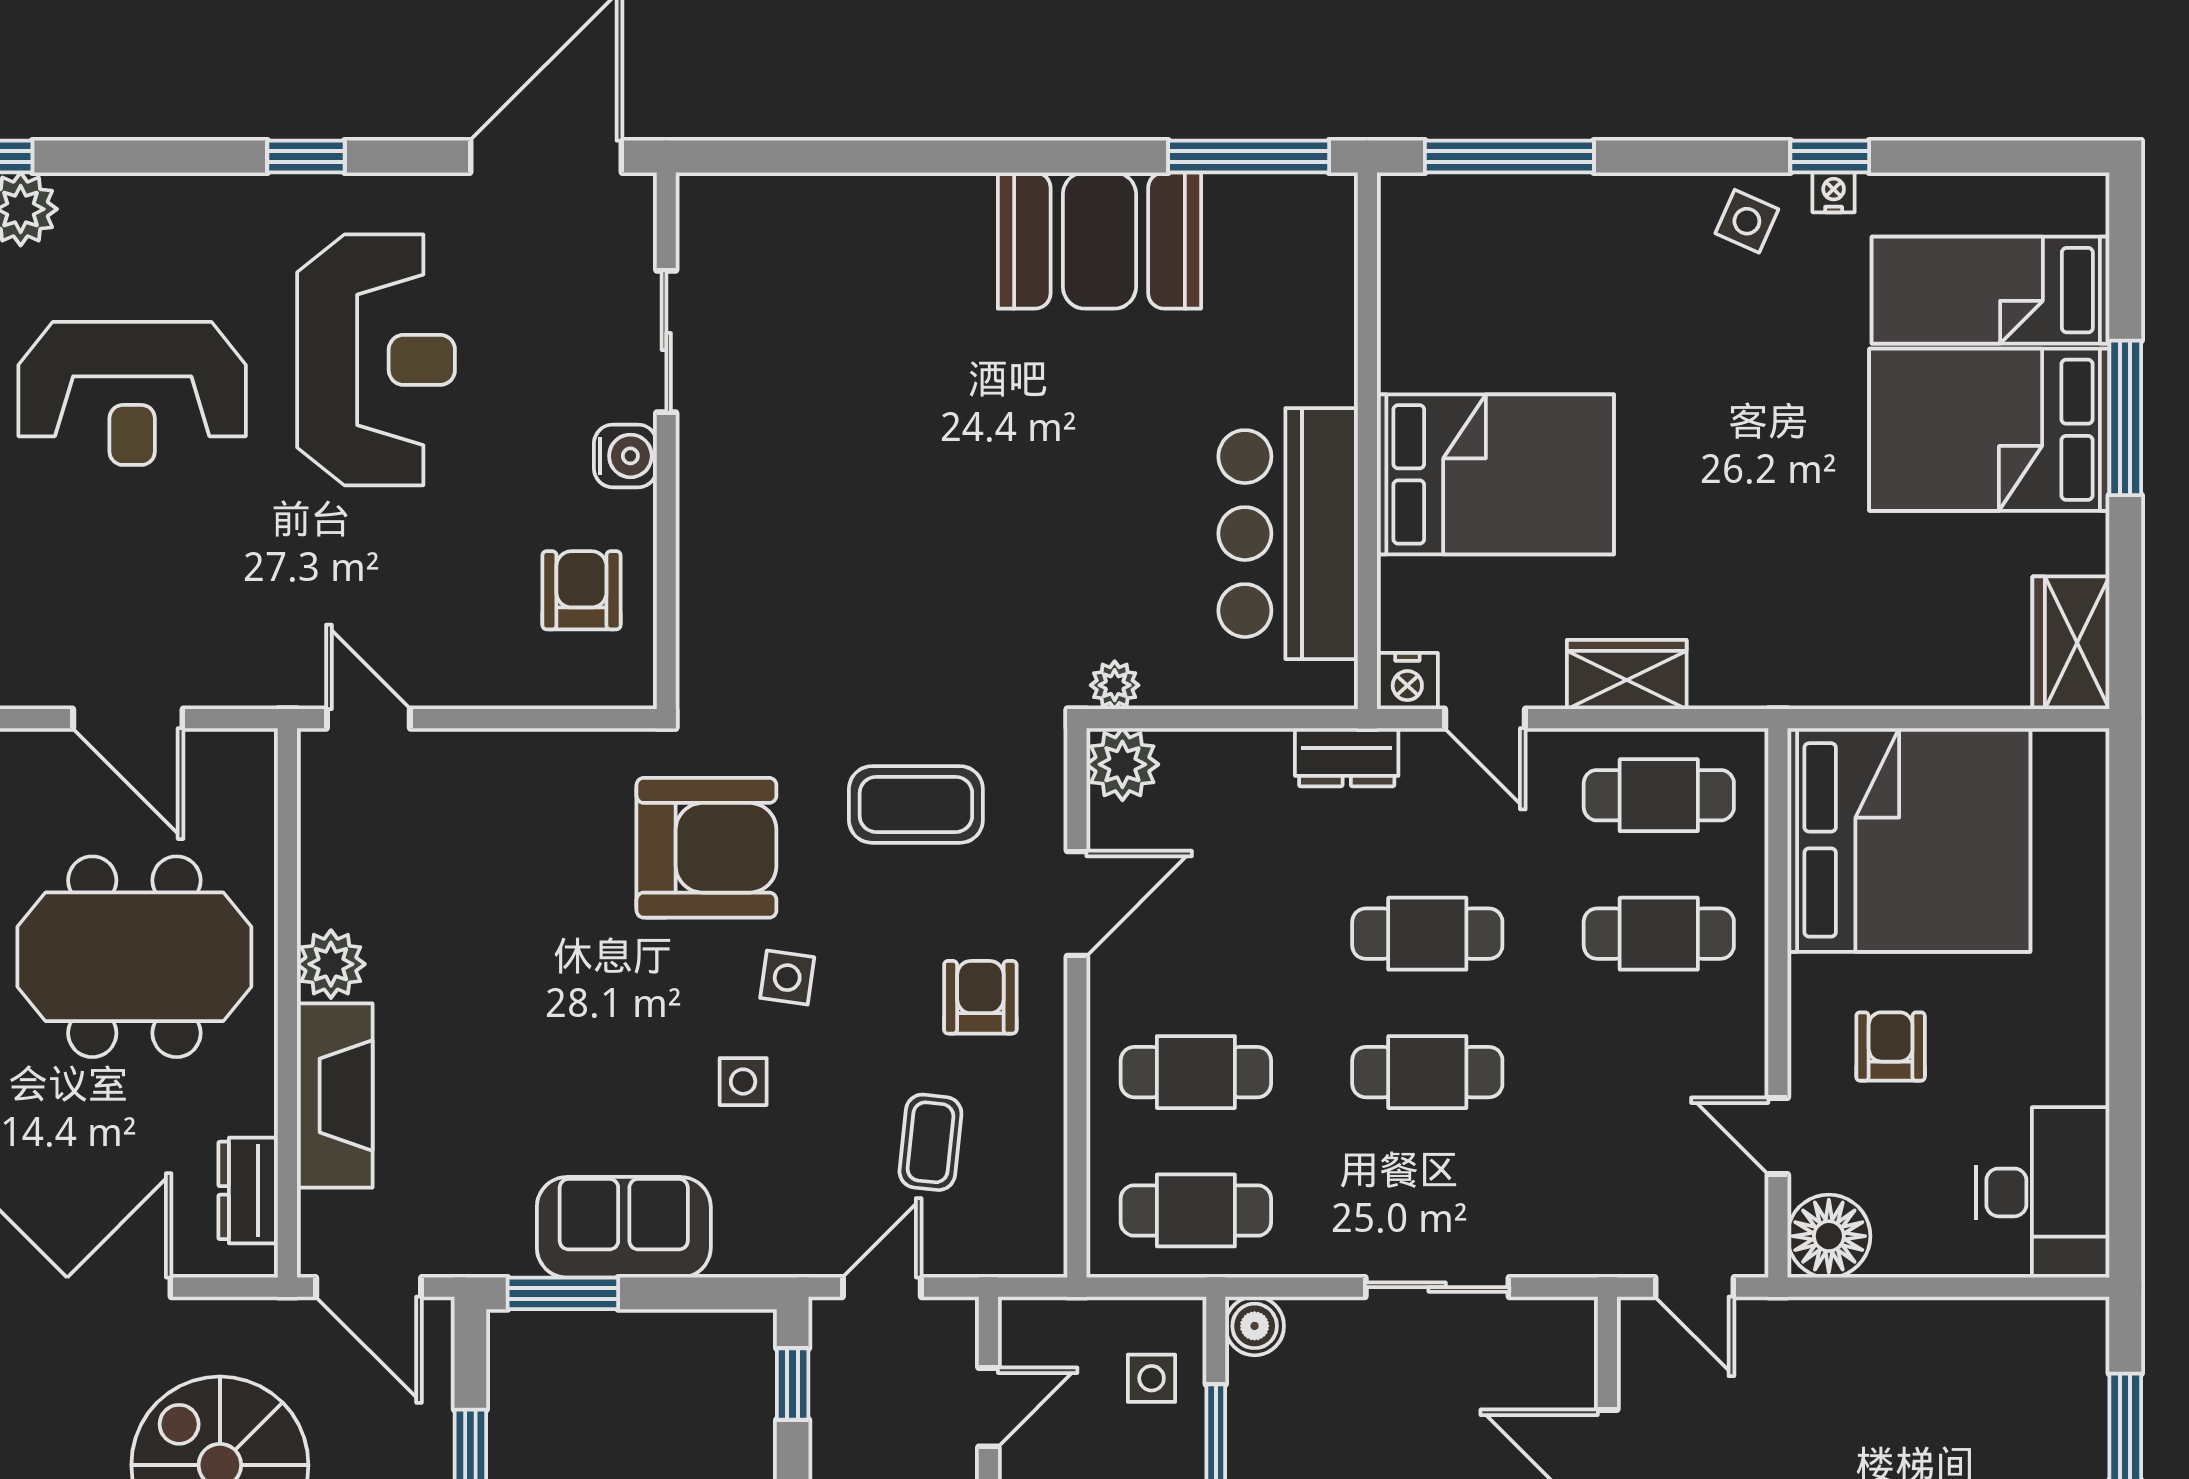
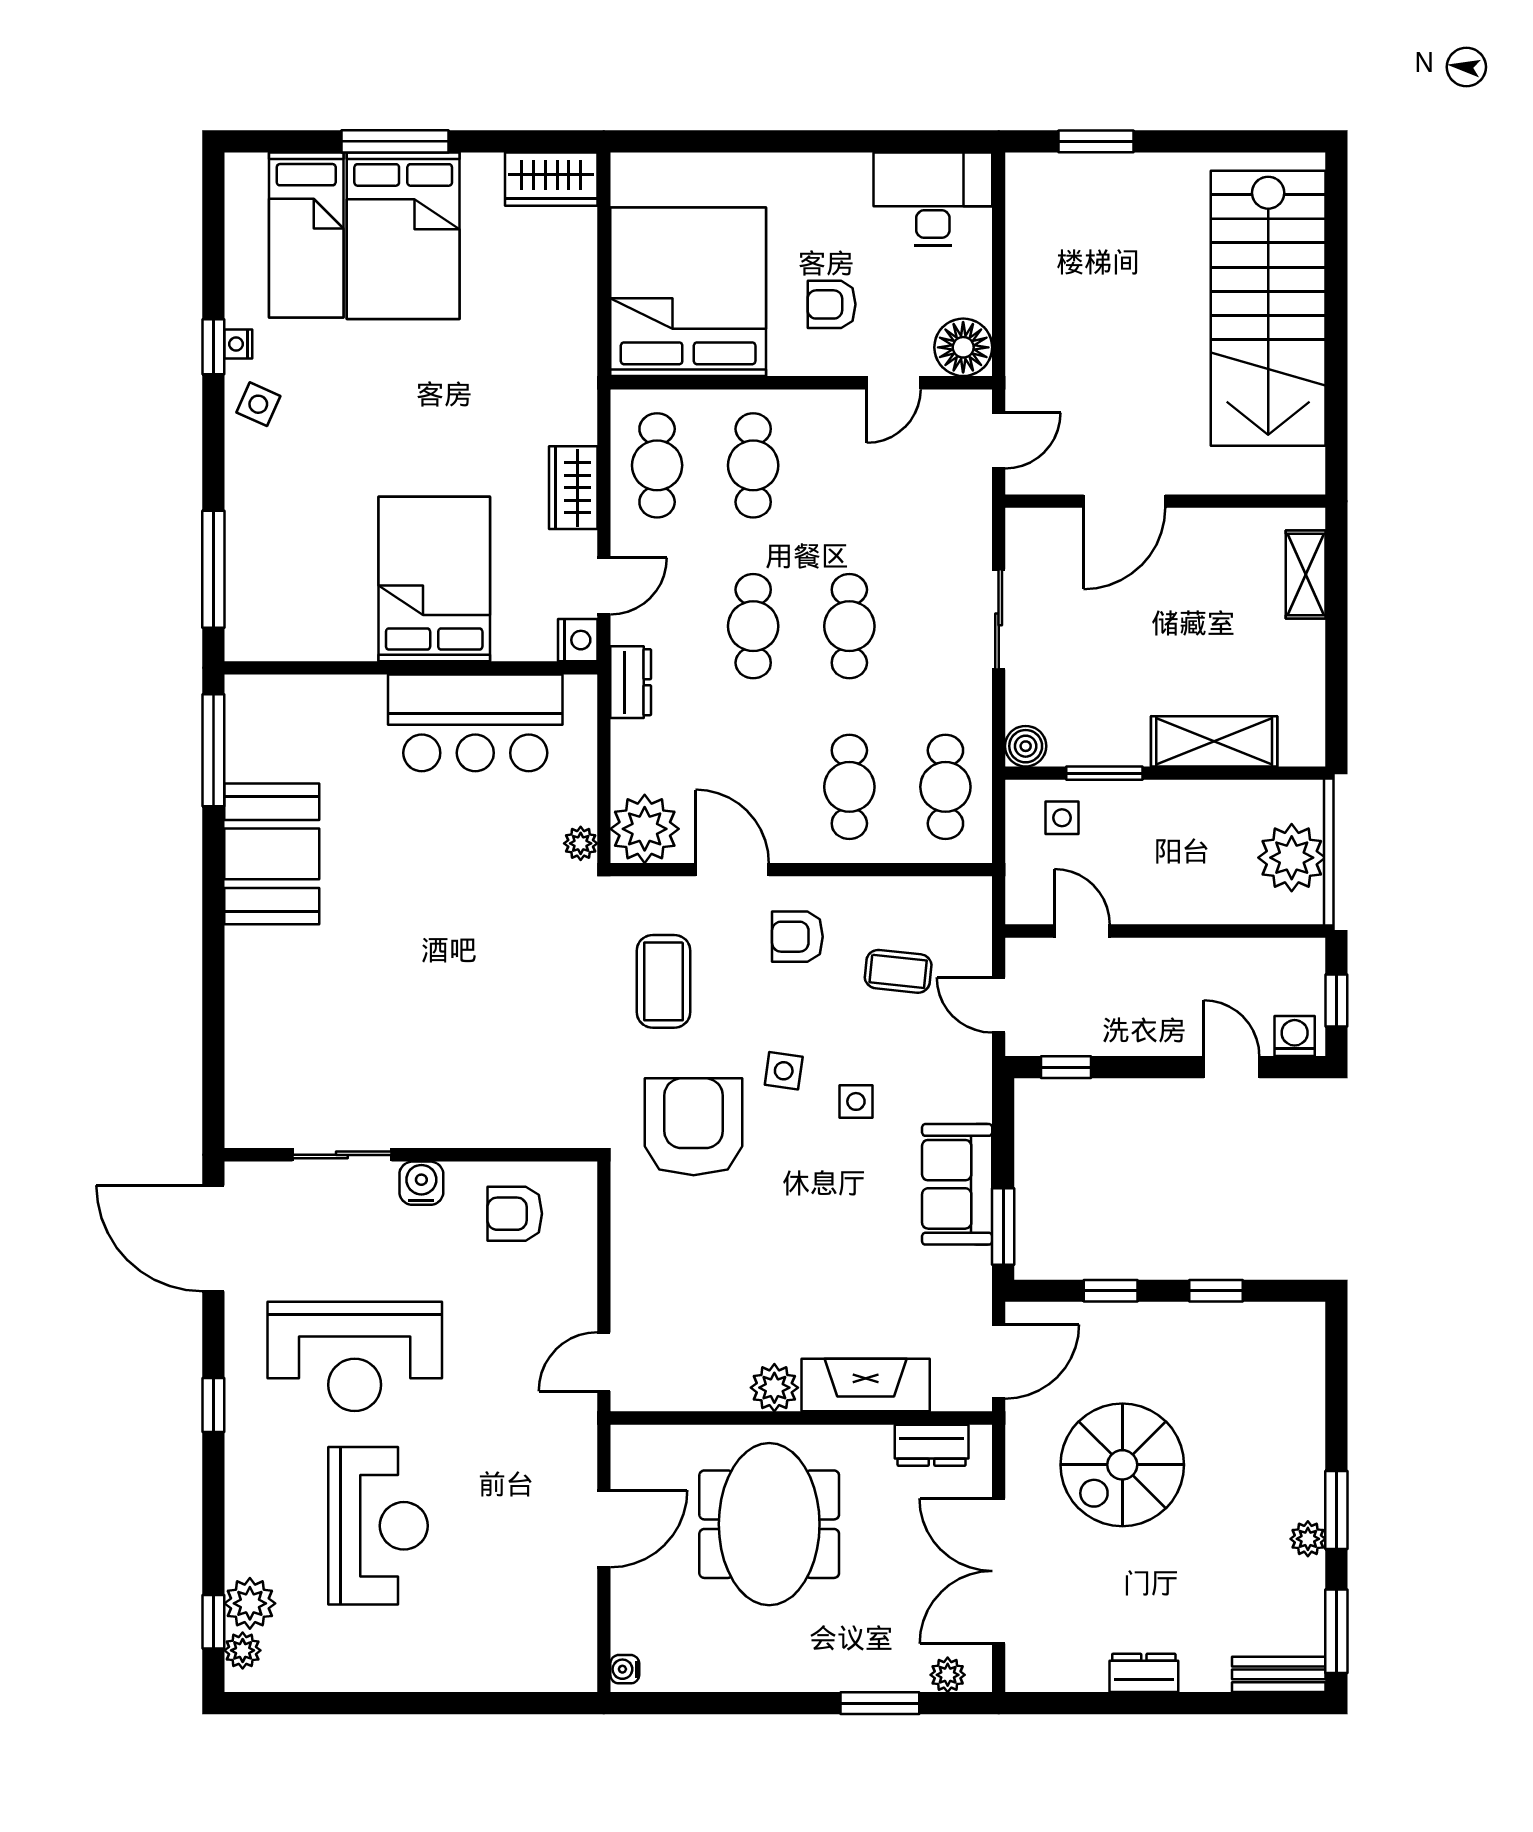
reception desk: (376, 360) -> (355, 1356), turned 180
plant: (1122, 764) -> (645, 829), width x1.36, depth x1.36

